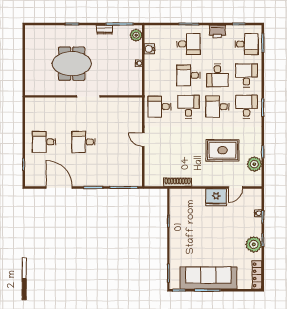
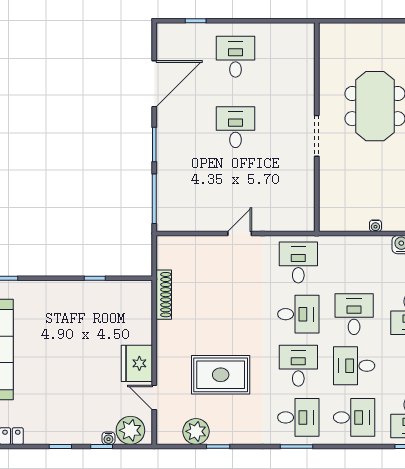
rug: (223, 150) -> (221, 375), turned 90
plant: (254, 244) -> (130, 430), moved

